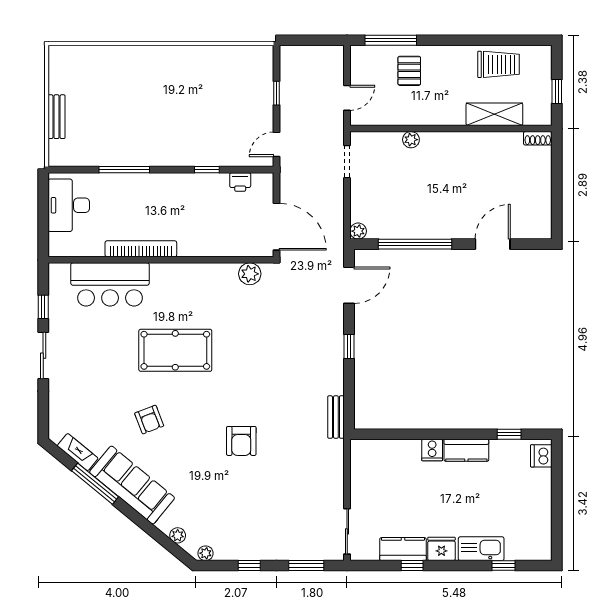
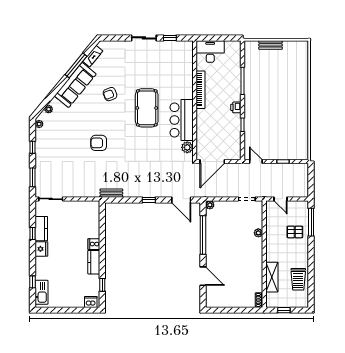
printer: (240, 182) -> (236, 107), moved
desk: (69, 205) -> (210, 51), moved
bar counter: (110, 284) -> (182, 120), moved
kitchen sink: (481, 549) -> (42, 292), moved

